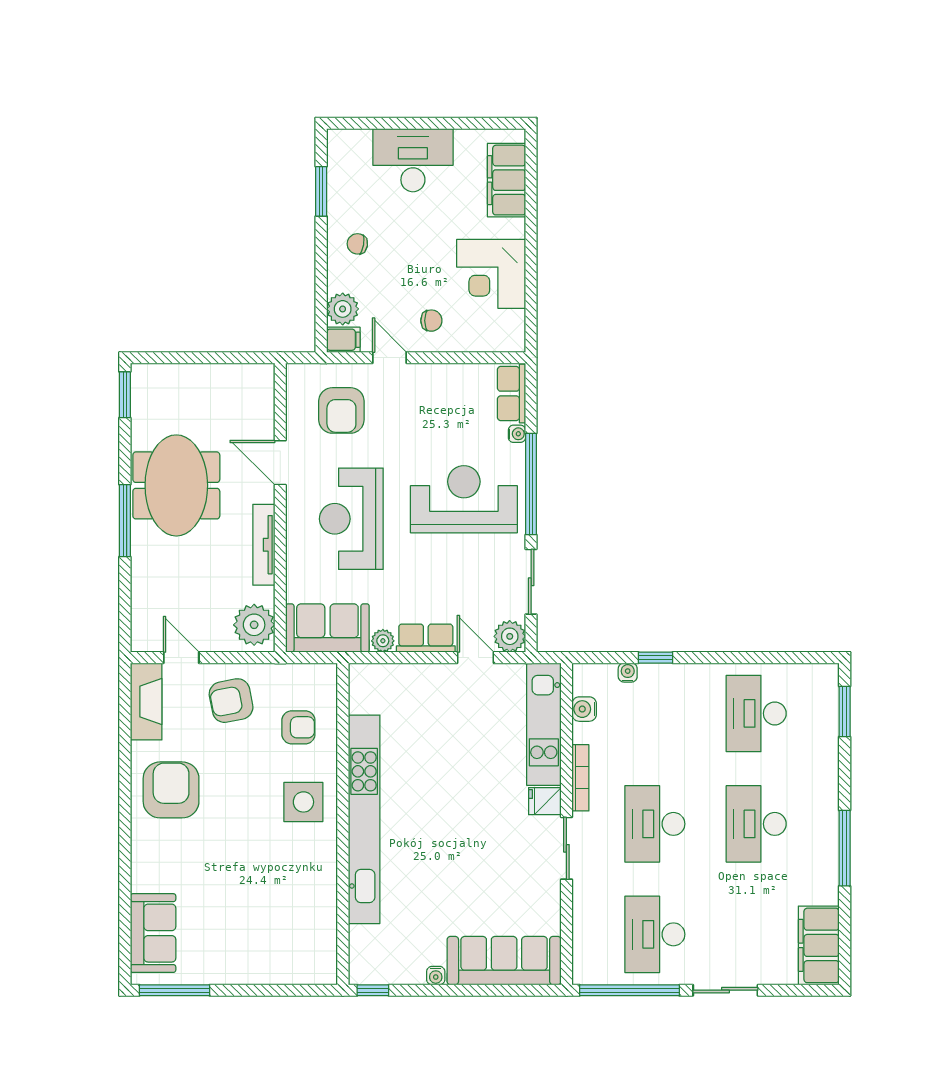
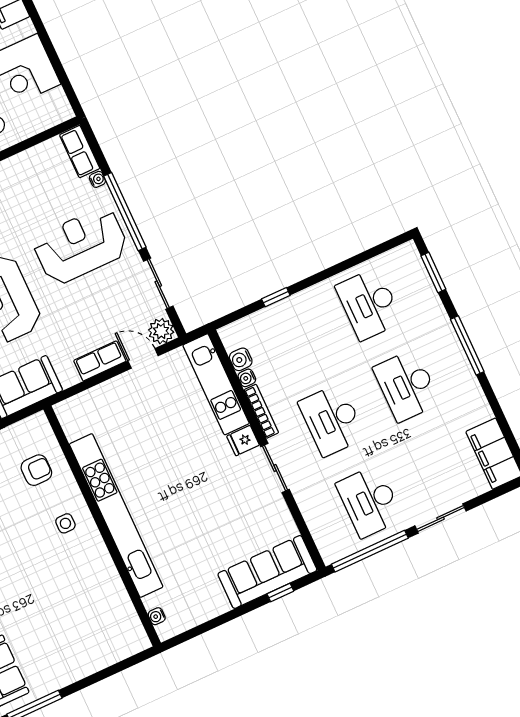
plant: (383, 641) -> (69, 378), removed
water cooler: (628, 673) -> (247, 378), moved, turned -90
side table: (303, 802) -> (65, 523), width x0.54, depth x0.54
window: (845, 848) -> (467, 345), moved
water cooler: (436, 976) -> (157, 616), moved, turned 90
window: (373, 990) -> (280, 592), moved

